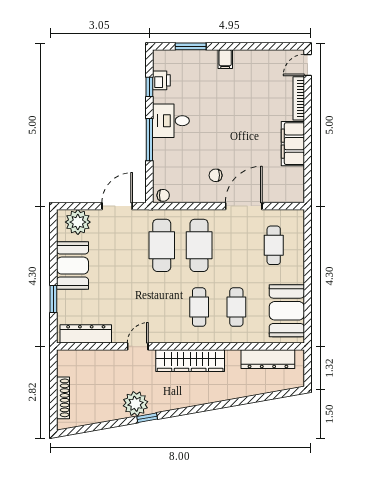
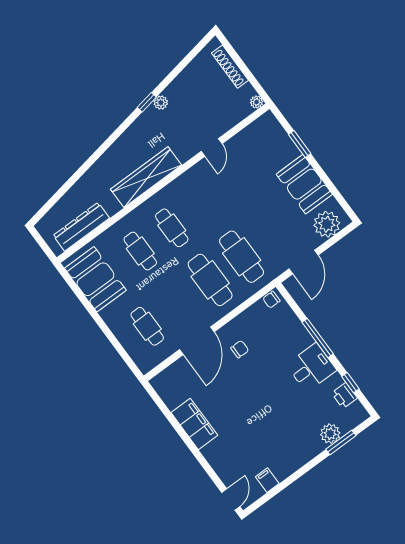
plant: (194, 59) -> (330, 434), added
filing cabinet: (225, 59) -> (267, 480), moved
bookcase: (299, 98) -> (217, 466), removed
dresser: (86, 334) -> (251, 135), removed
door: (138, 346) -> (212, 147), moved
plant: (63, 356) -> (257, 102), added
plant: (136, 404) -> (161, 103), width x0.53, depth x0.53

